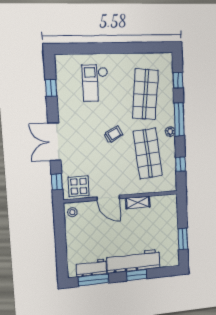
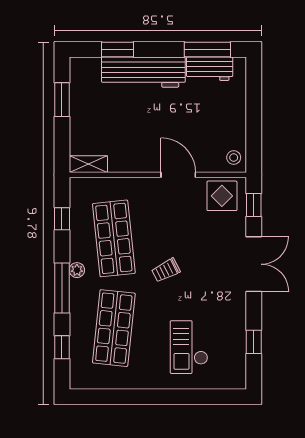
checkout: (95, 83) -> (189, 347), turned 180
shelving: (138, 202) -> (88, 164), moved
window: (137, 275) -> (118, 49), moved

